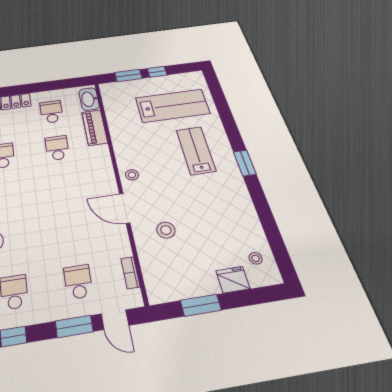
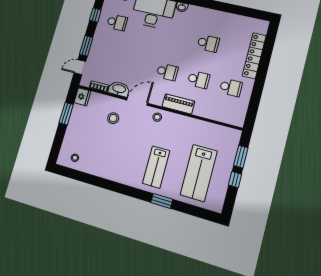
washbasin: (89, 99) -> (119, 89), moved
piano: (95, 127) -> (178, 104), moved
lab bench: (196, 150) -> (156, 167), turned 90
window: (245, 163) -> (162, 201), moved
fridge: (233, 280) -> (82, 97), moved
school desk: (78, 282) -> (167, 72), moved

